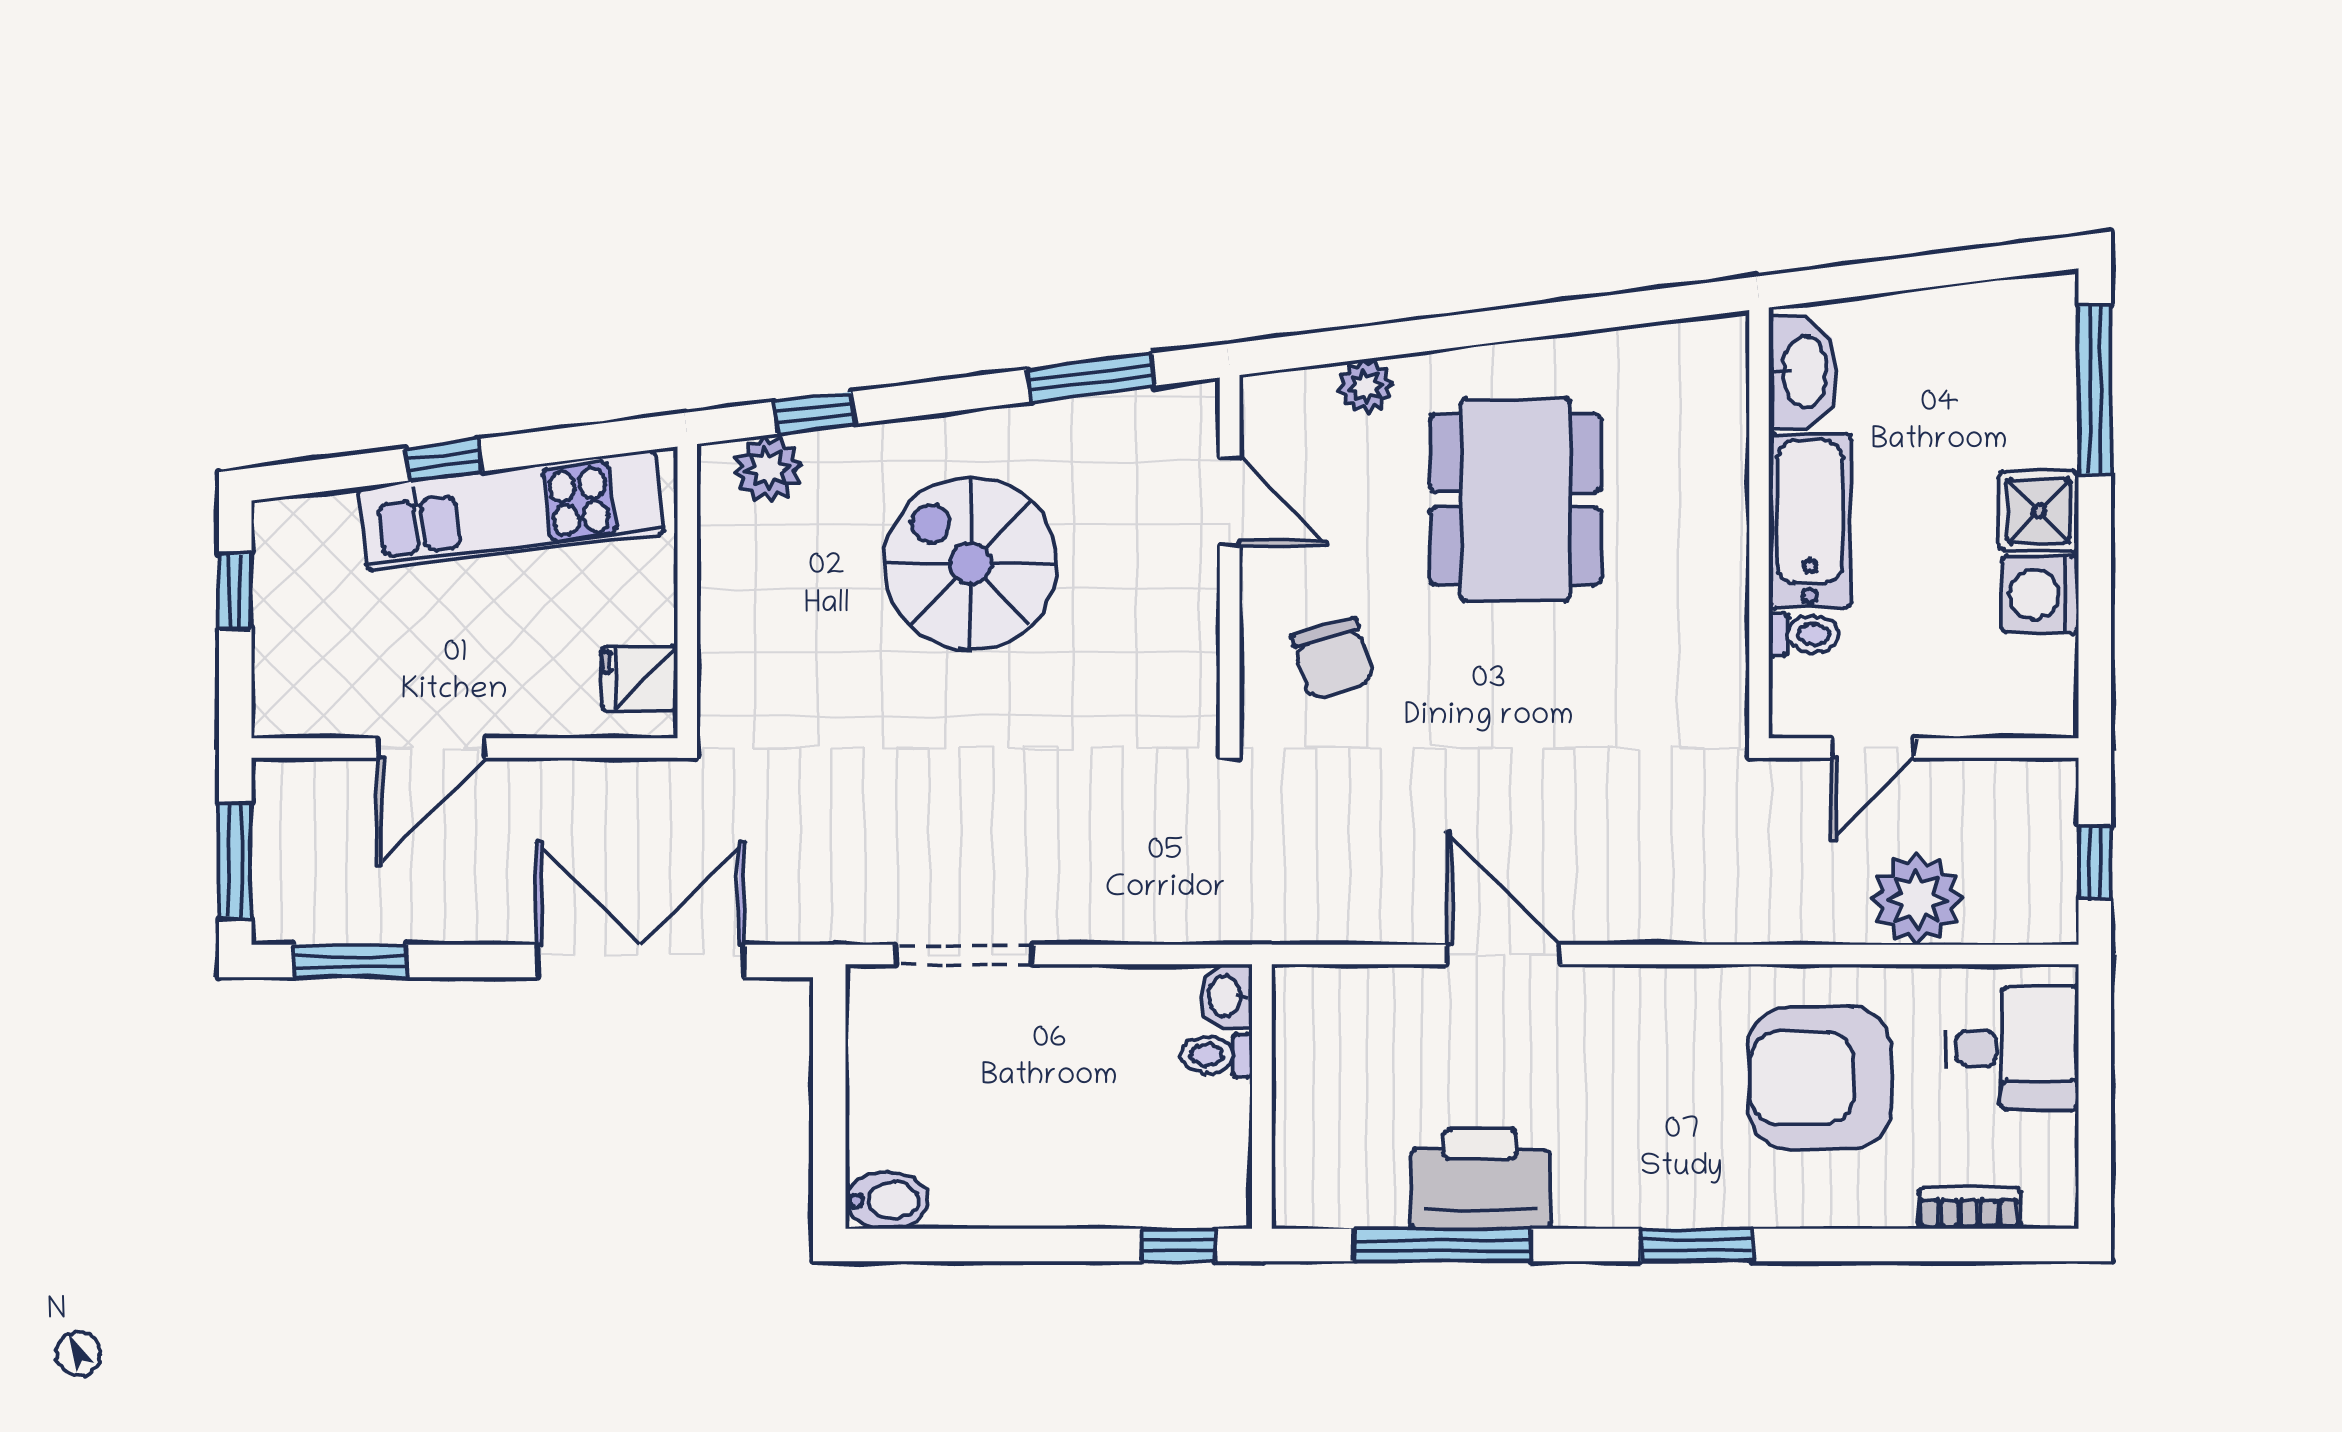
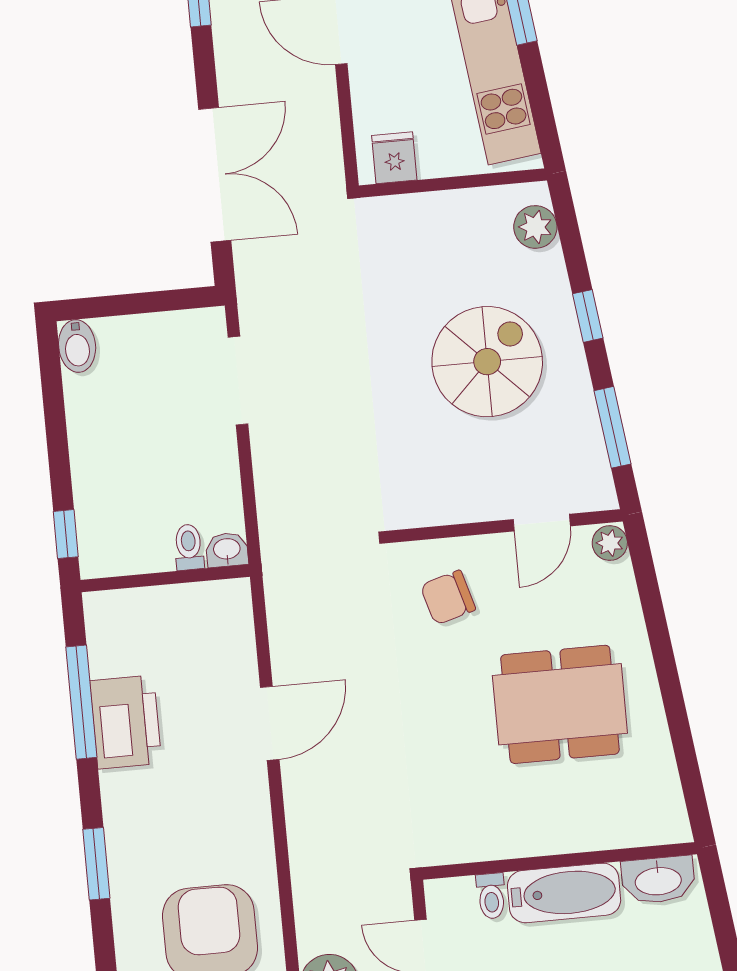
plant: (1365, 387) -> (610, 543), moved
window: (815, 413) -> (588, 316), moved

